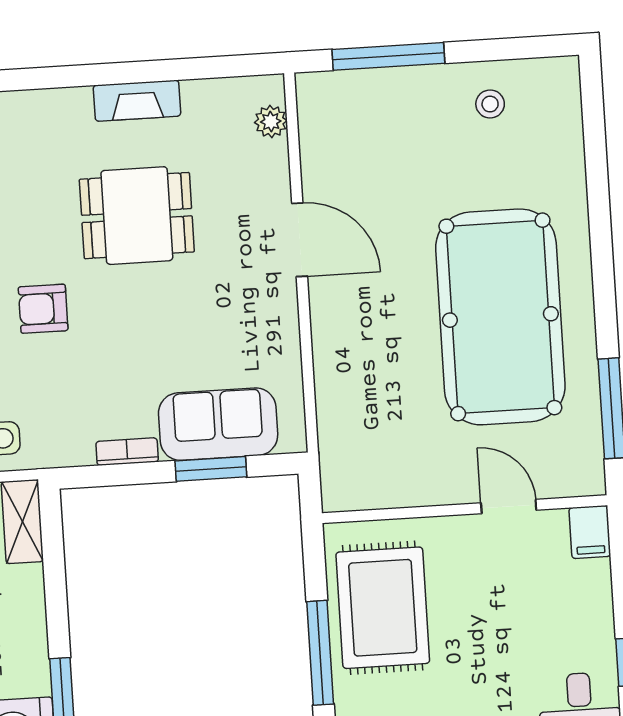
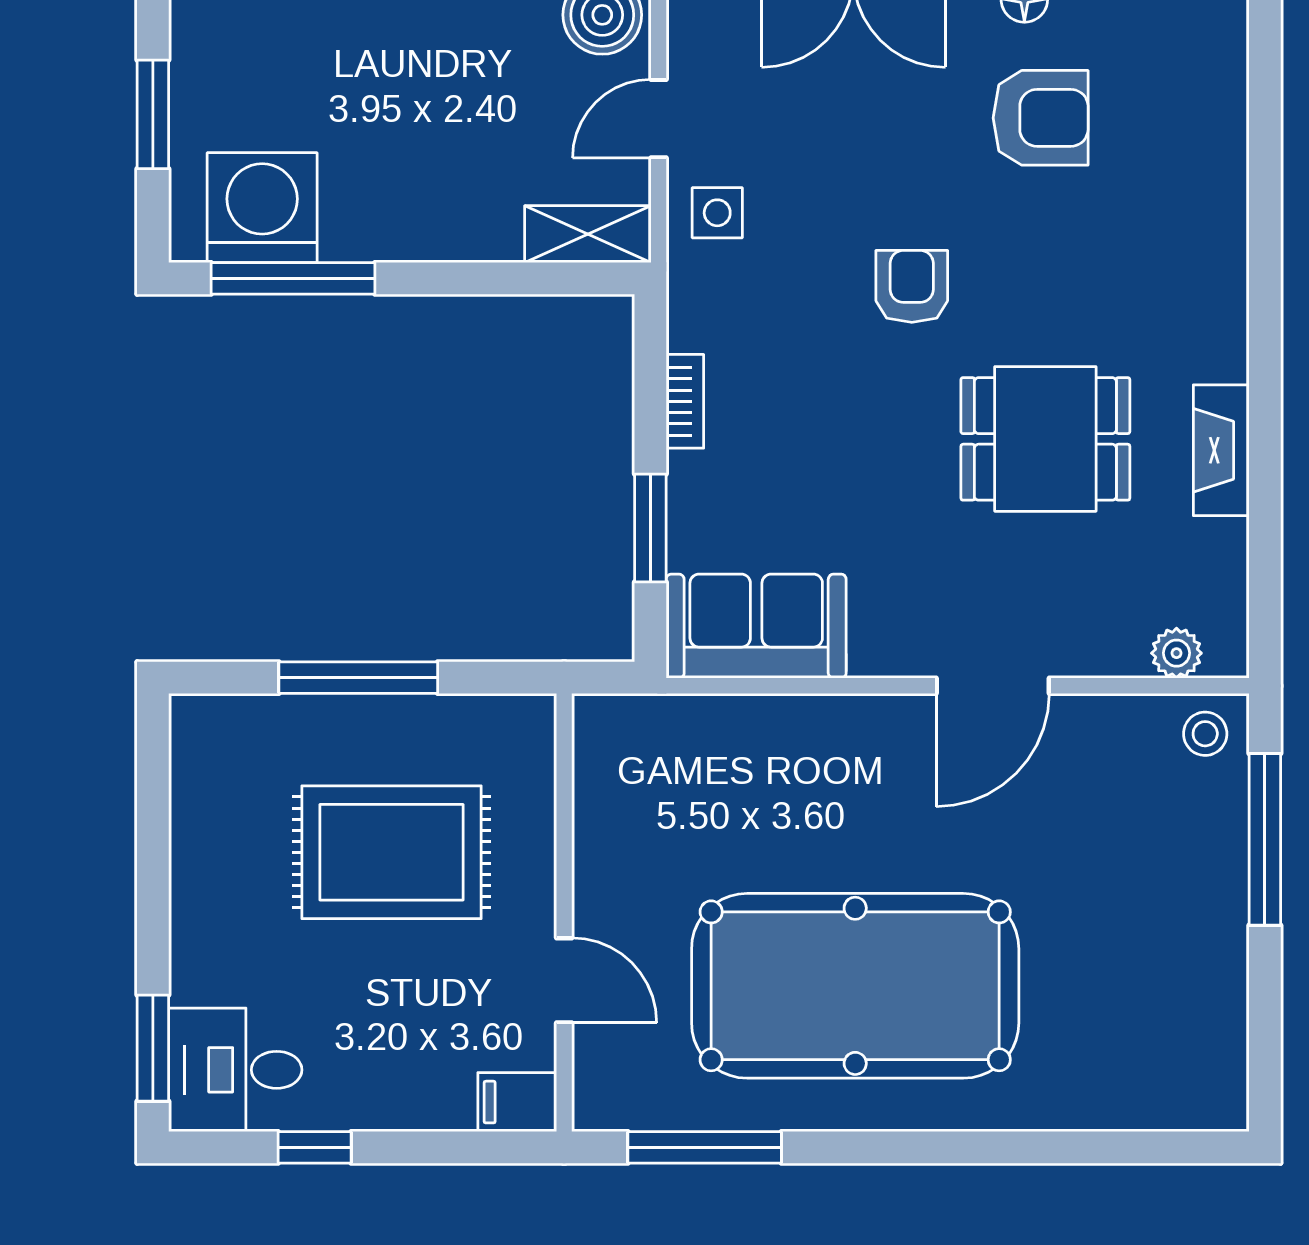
stool: (490, 104) -> (1205, 734), moved
dining table: (137, 216) -> (1045, 439), turned 90
sofa: (218, 424) -> (756, 626), moved, turned -90
door: (509, 506) -> (564, 980), hinge flipped
rug: (383, 608) -> (392, 852), moved

